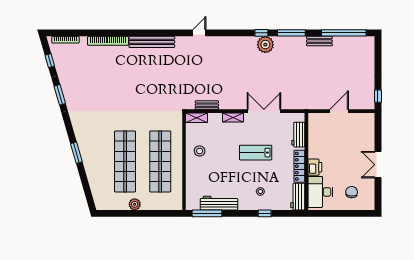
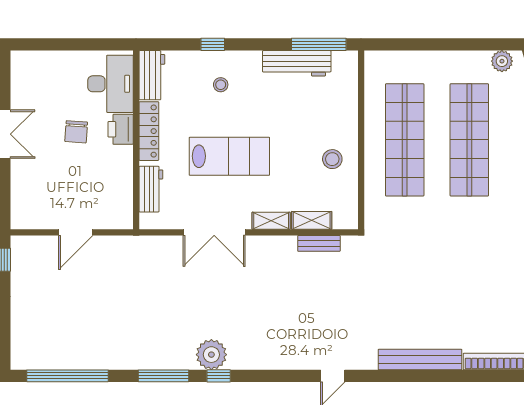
bench: (319, 41) -> (112, 361), removed
shelving: (196, 118) -> (312, 220), moved
lab bench: (256, 153) -> (229, 156), width x1.36, depth x1.39
chair: (352, 192) -> (76, 132), moved
plant: (135, 204) -> (502, 61), moved

